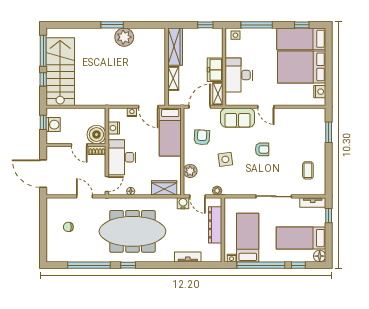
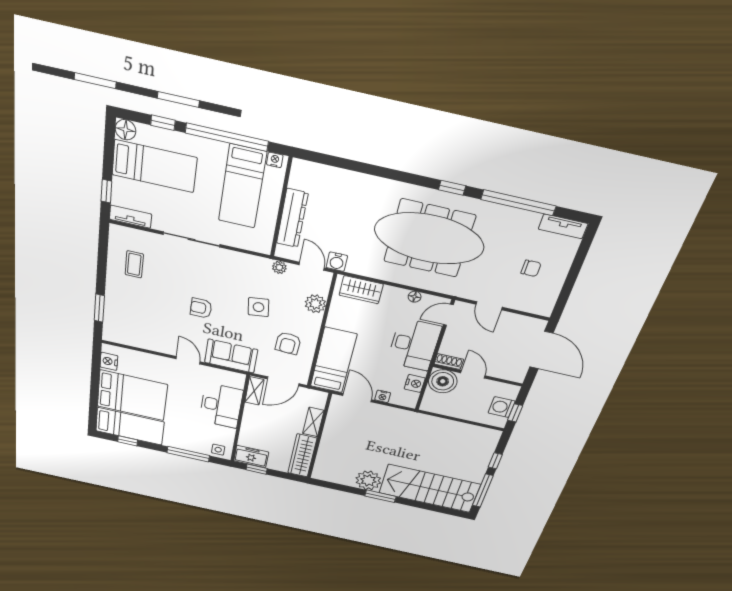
freezer: (215, 70) -> (251, 457), moved, turned -90
stairs: (60, 72) -> (429, 489), moved, turned 90
tv unit: (188, 257) -> (563, 226), moved

